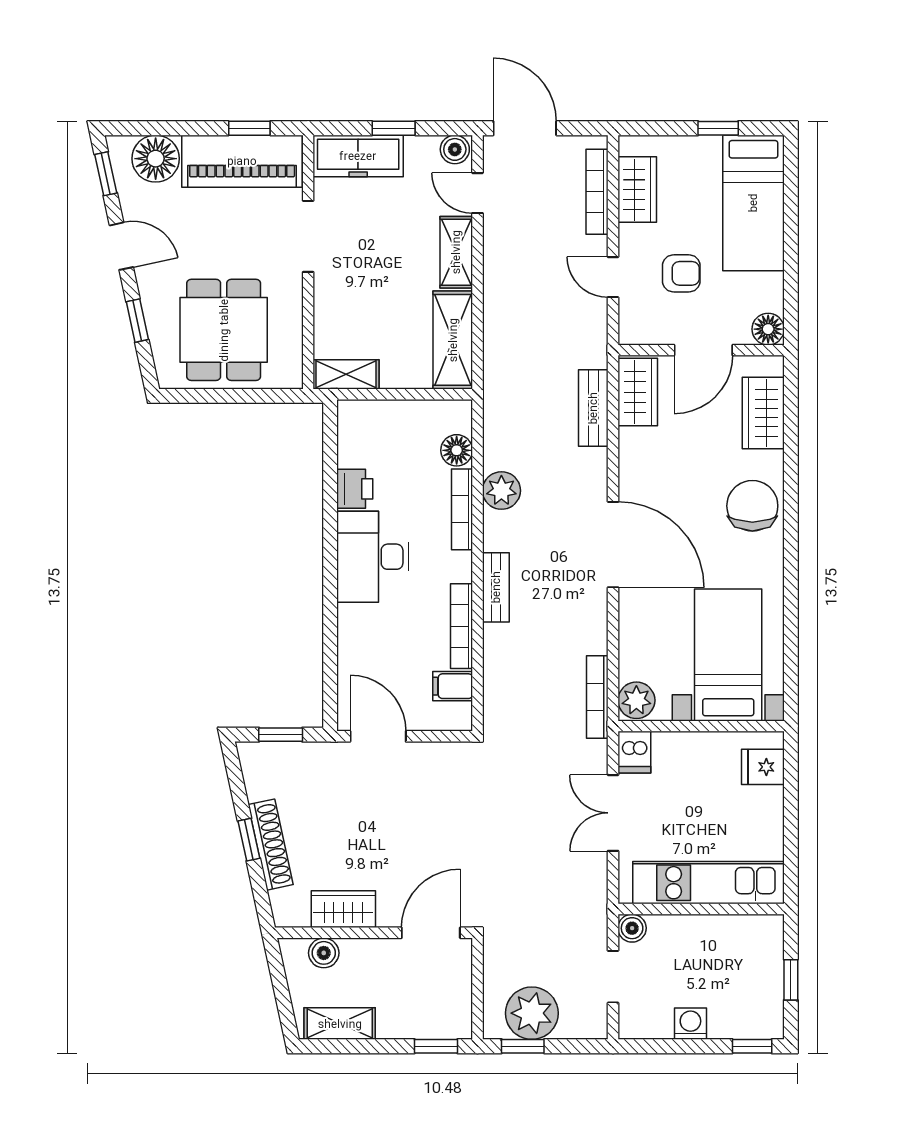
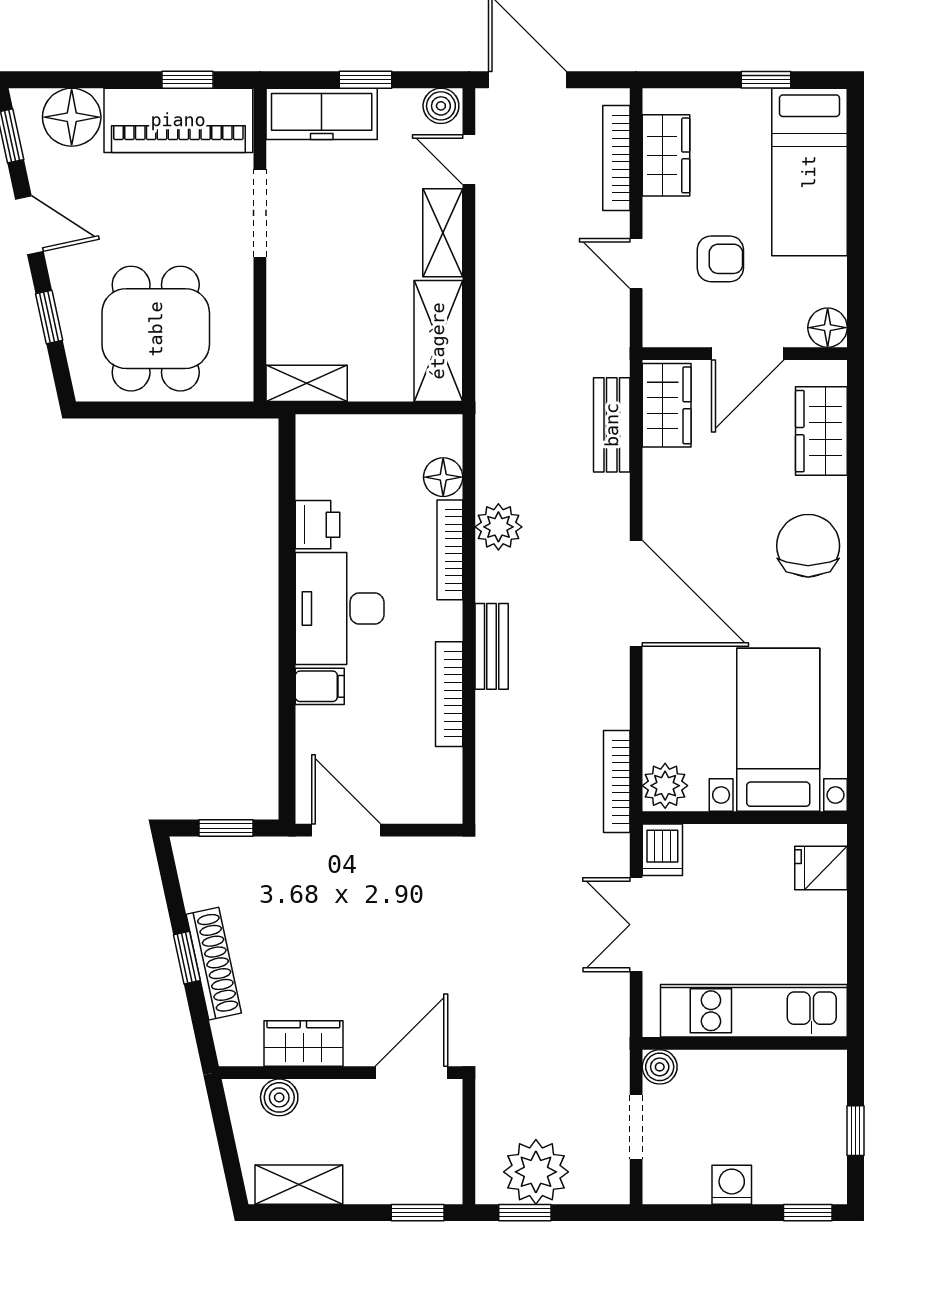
filing cabinet: (453, 686) -> (320, 686), moved, turned 180

